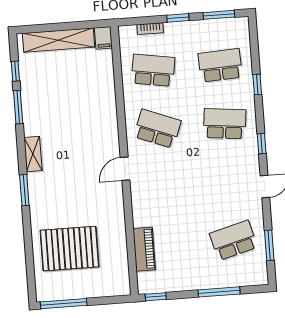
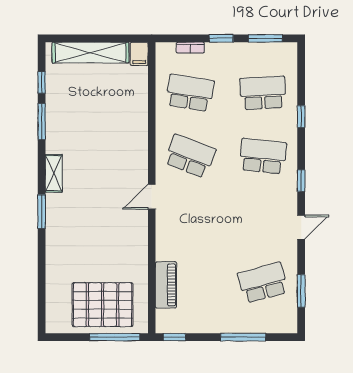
pallet: (69, 249) -> (103, 305), moved
window: (64, 304) -> (115, 337), moved

